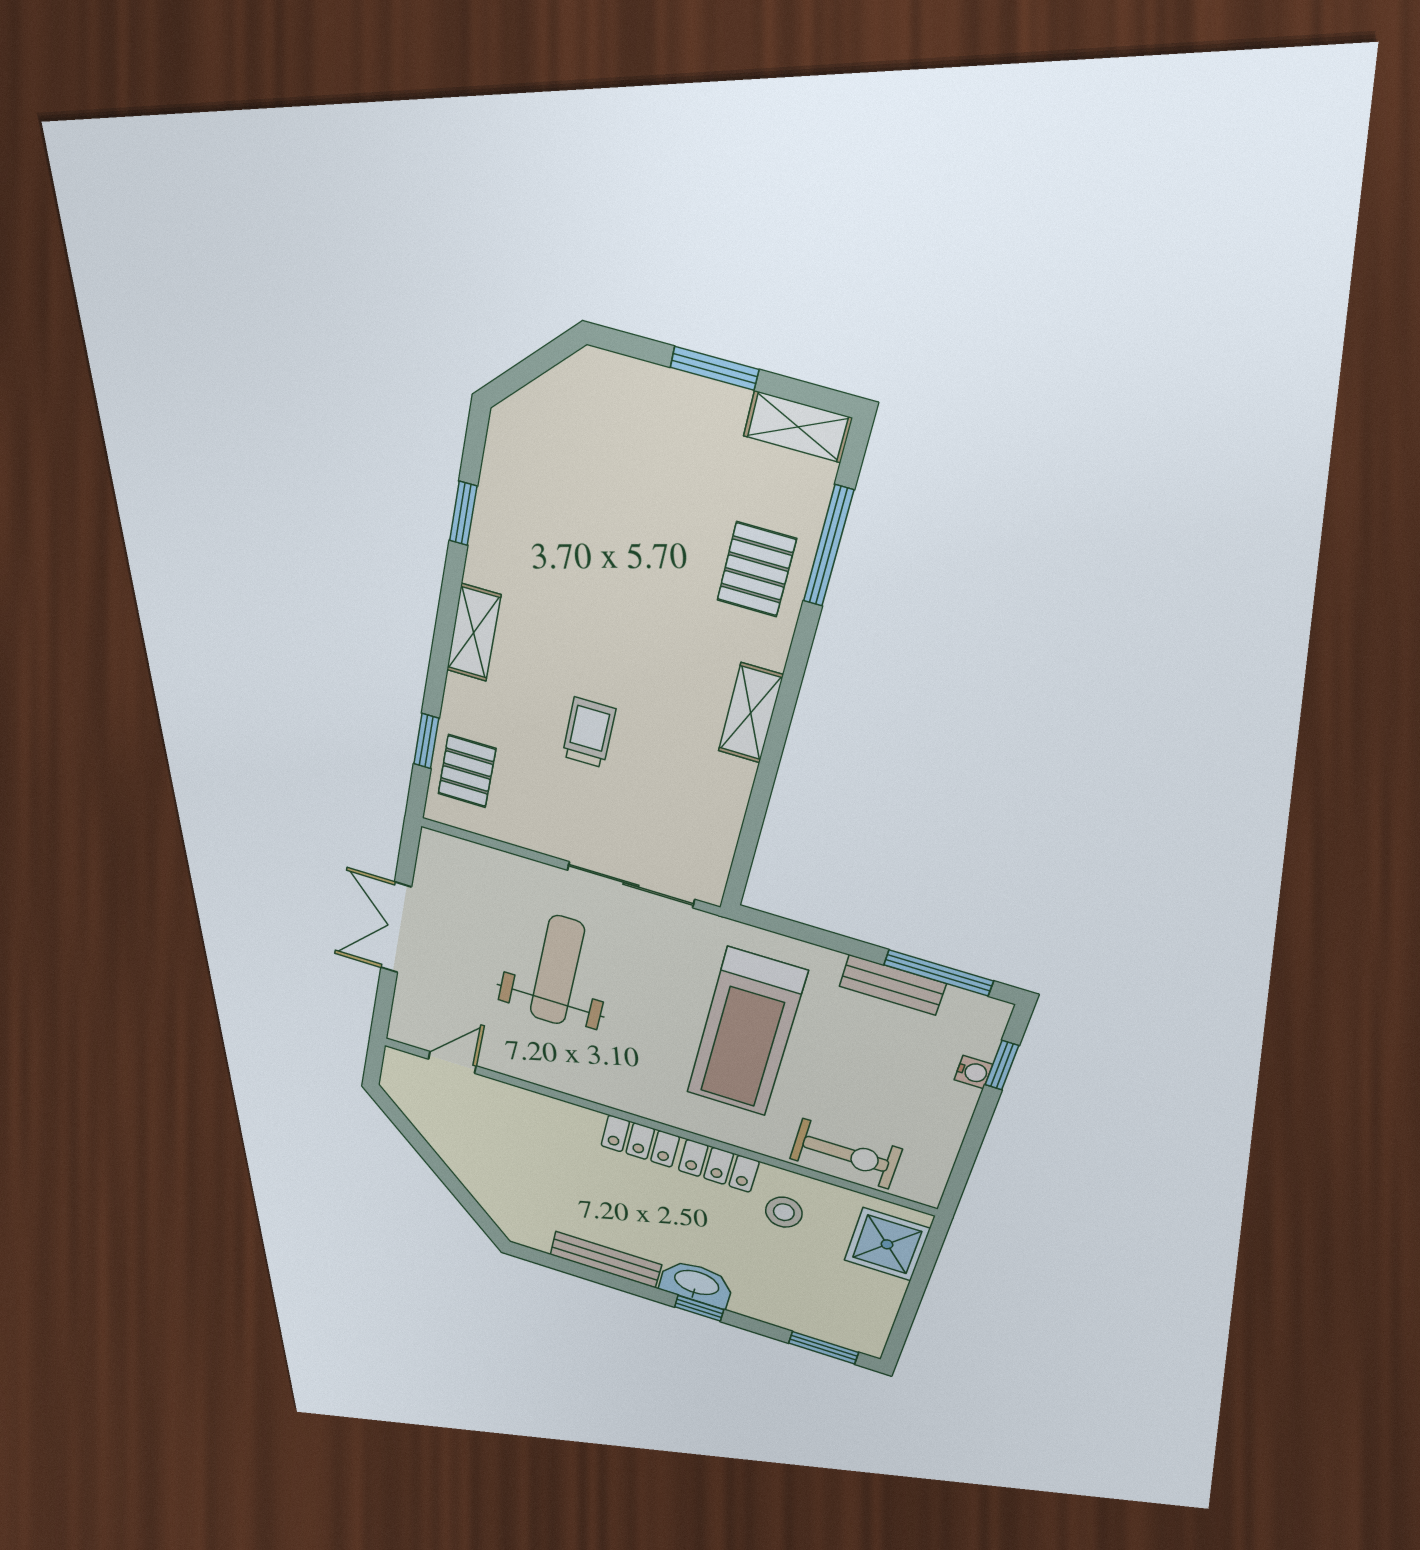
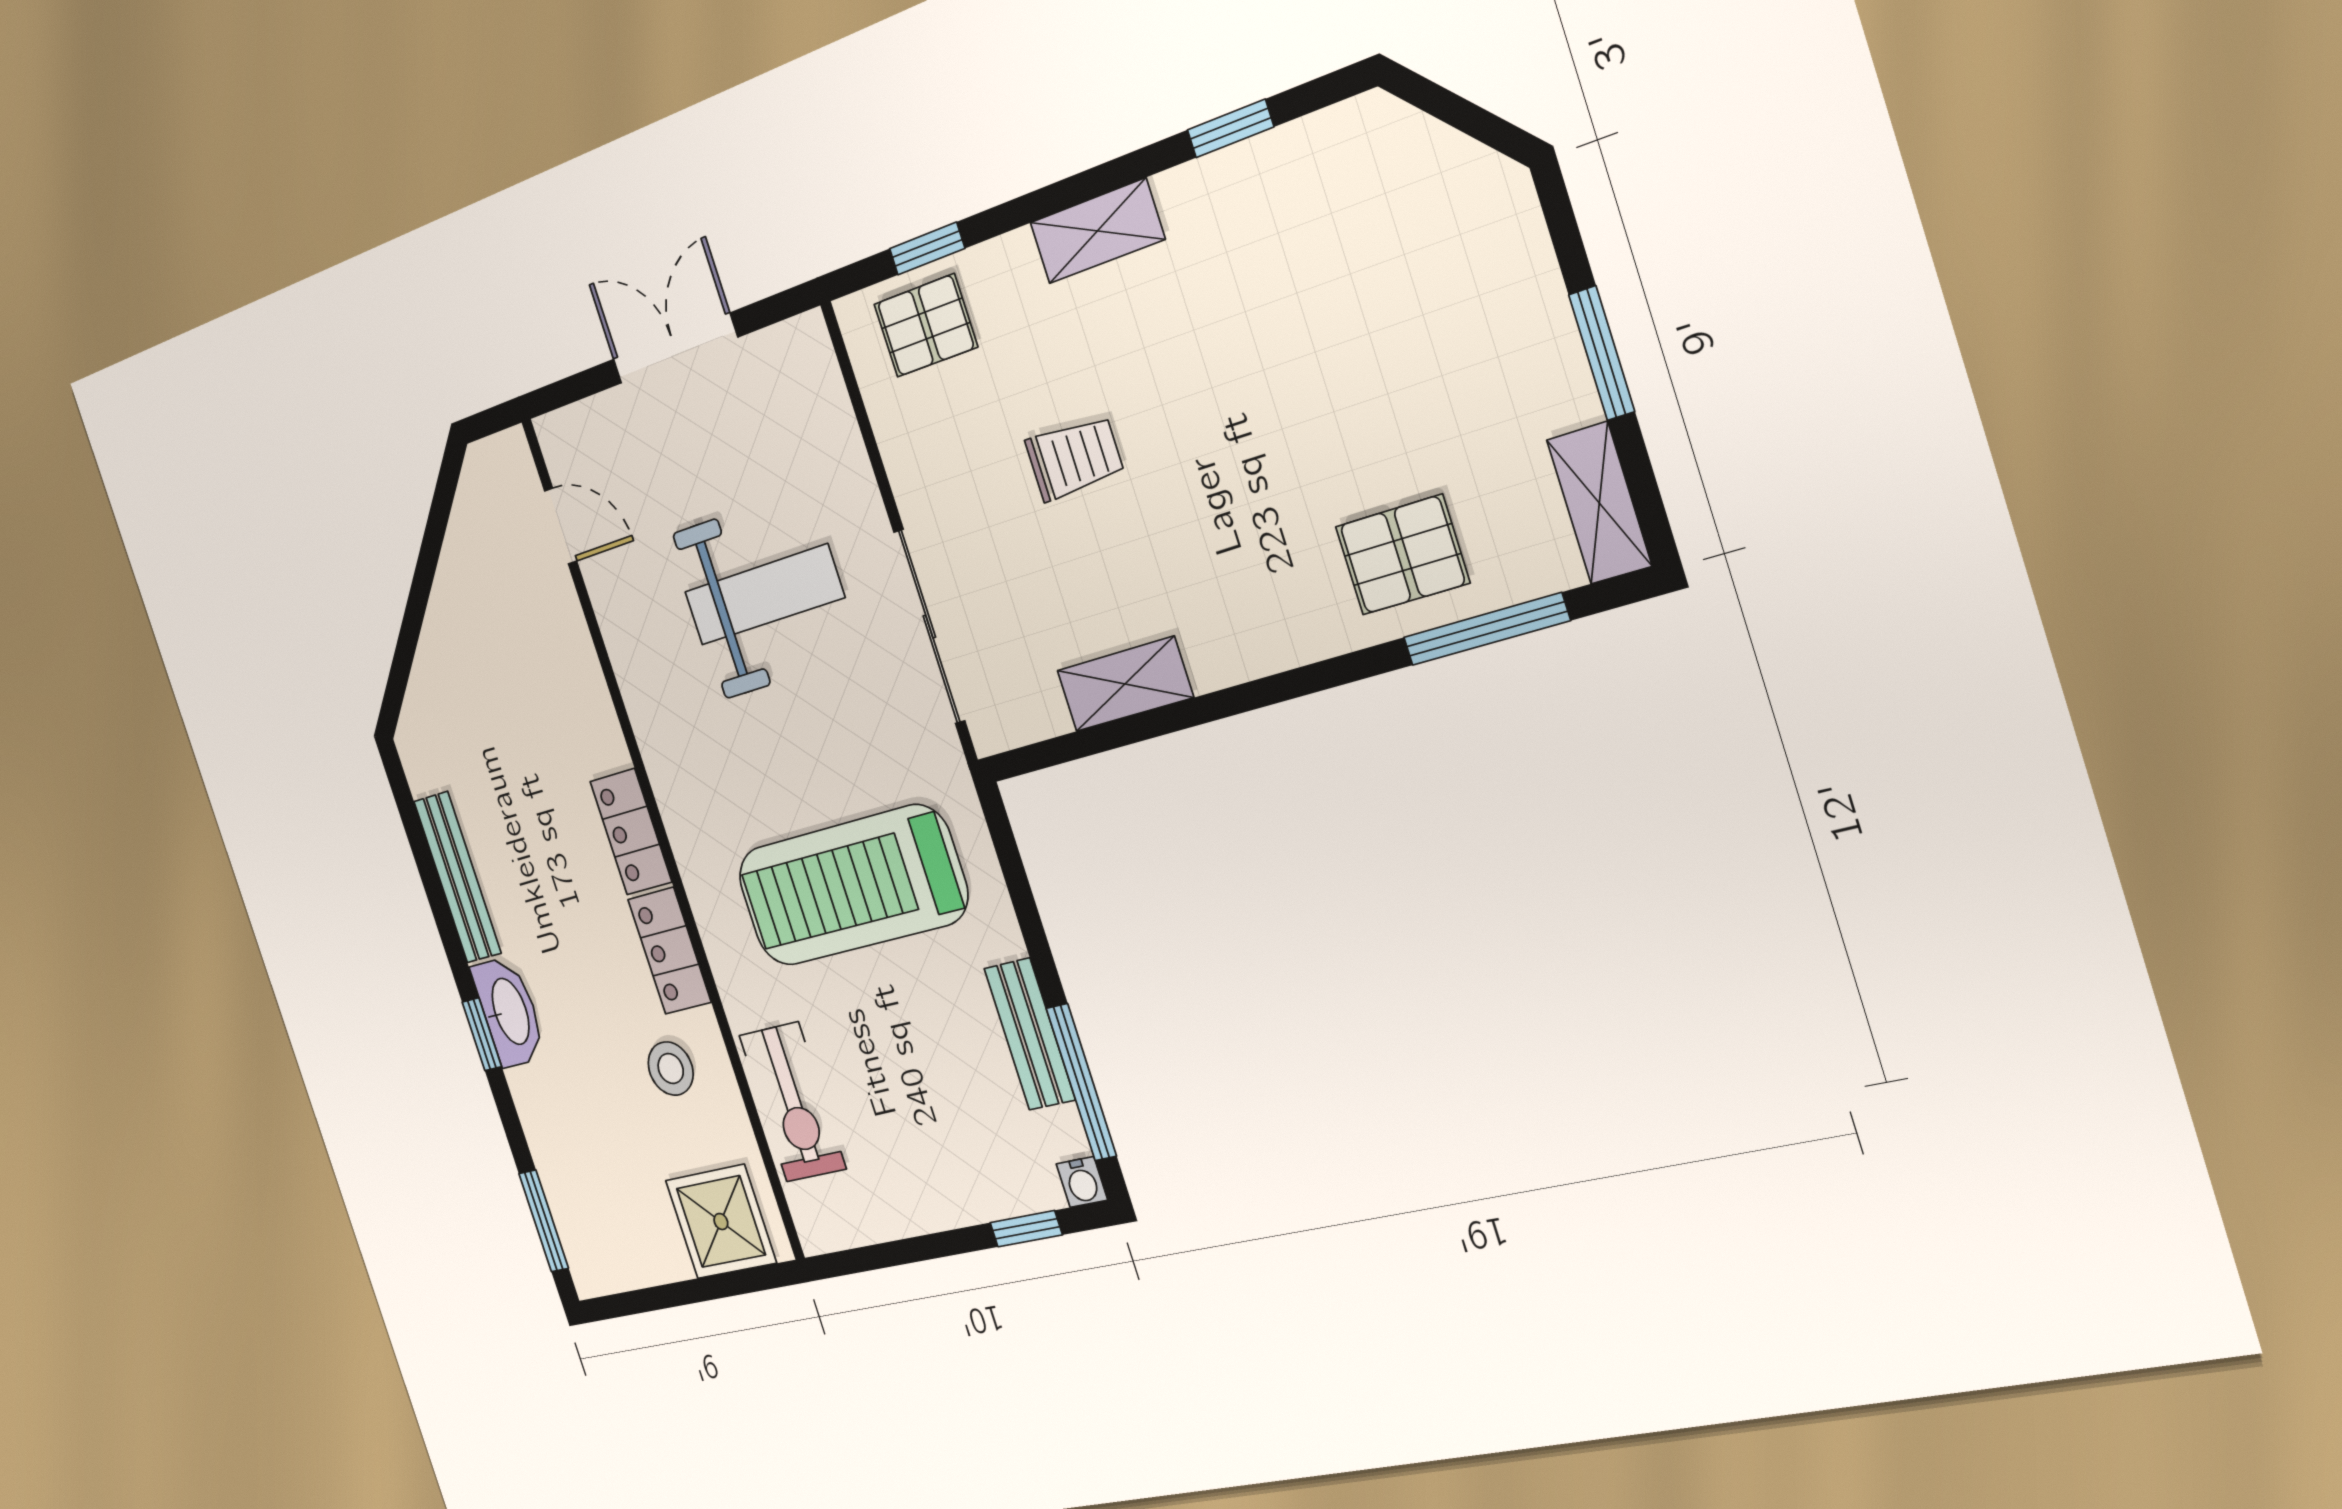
shelving: (751, 713) -> (1125, 684), moved
water cooler: (973, 1072) -> (1082, 1182), moved

